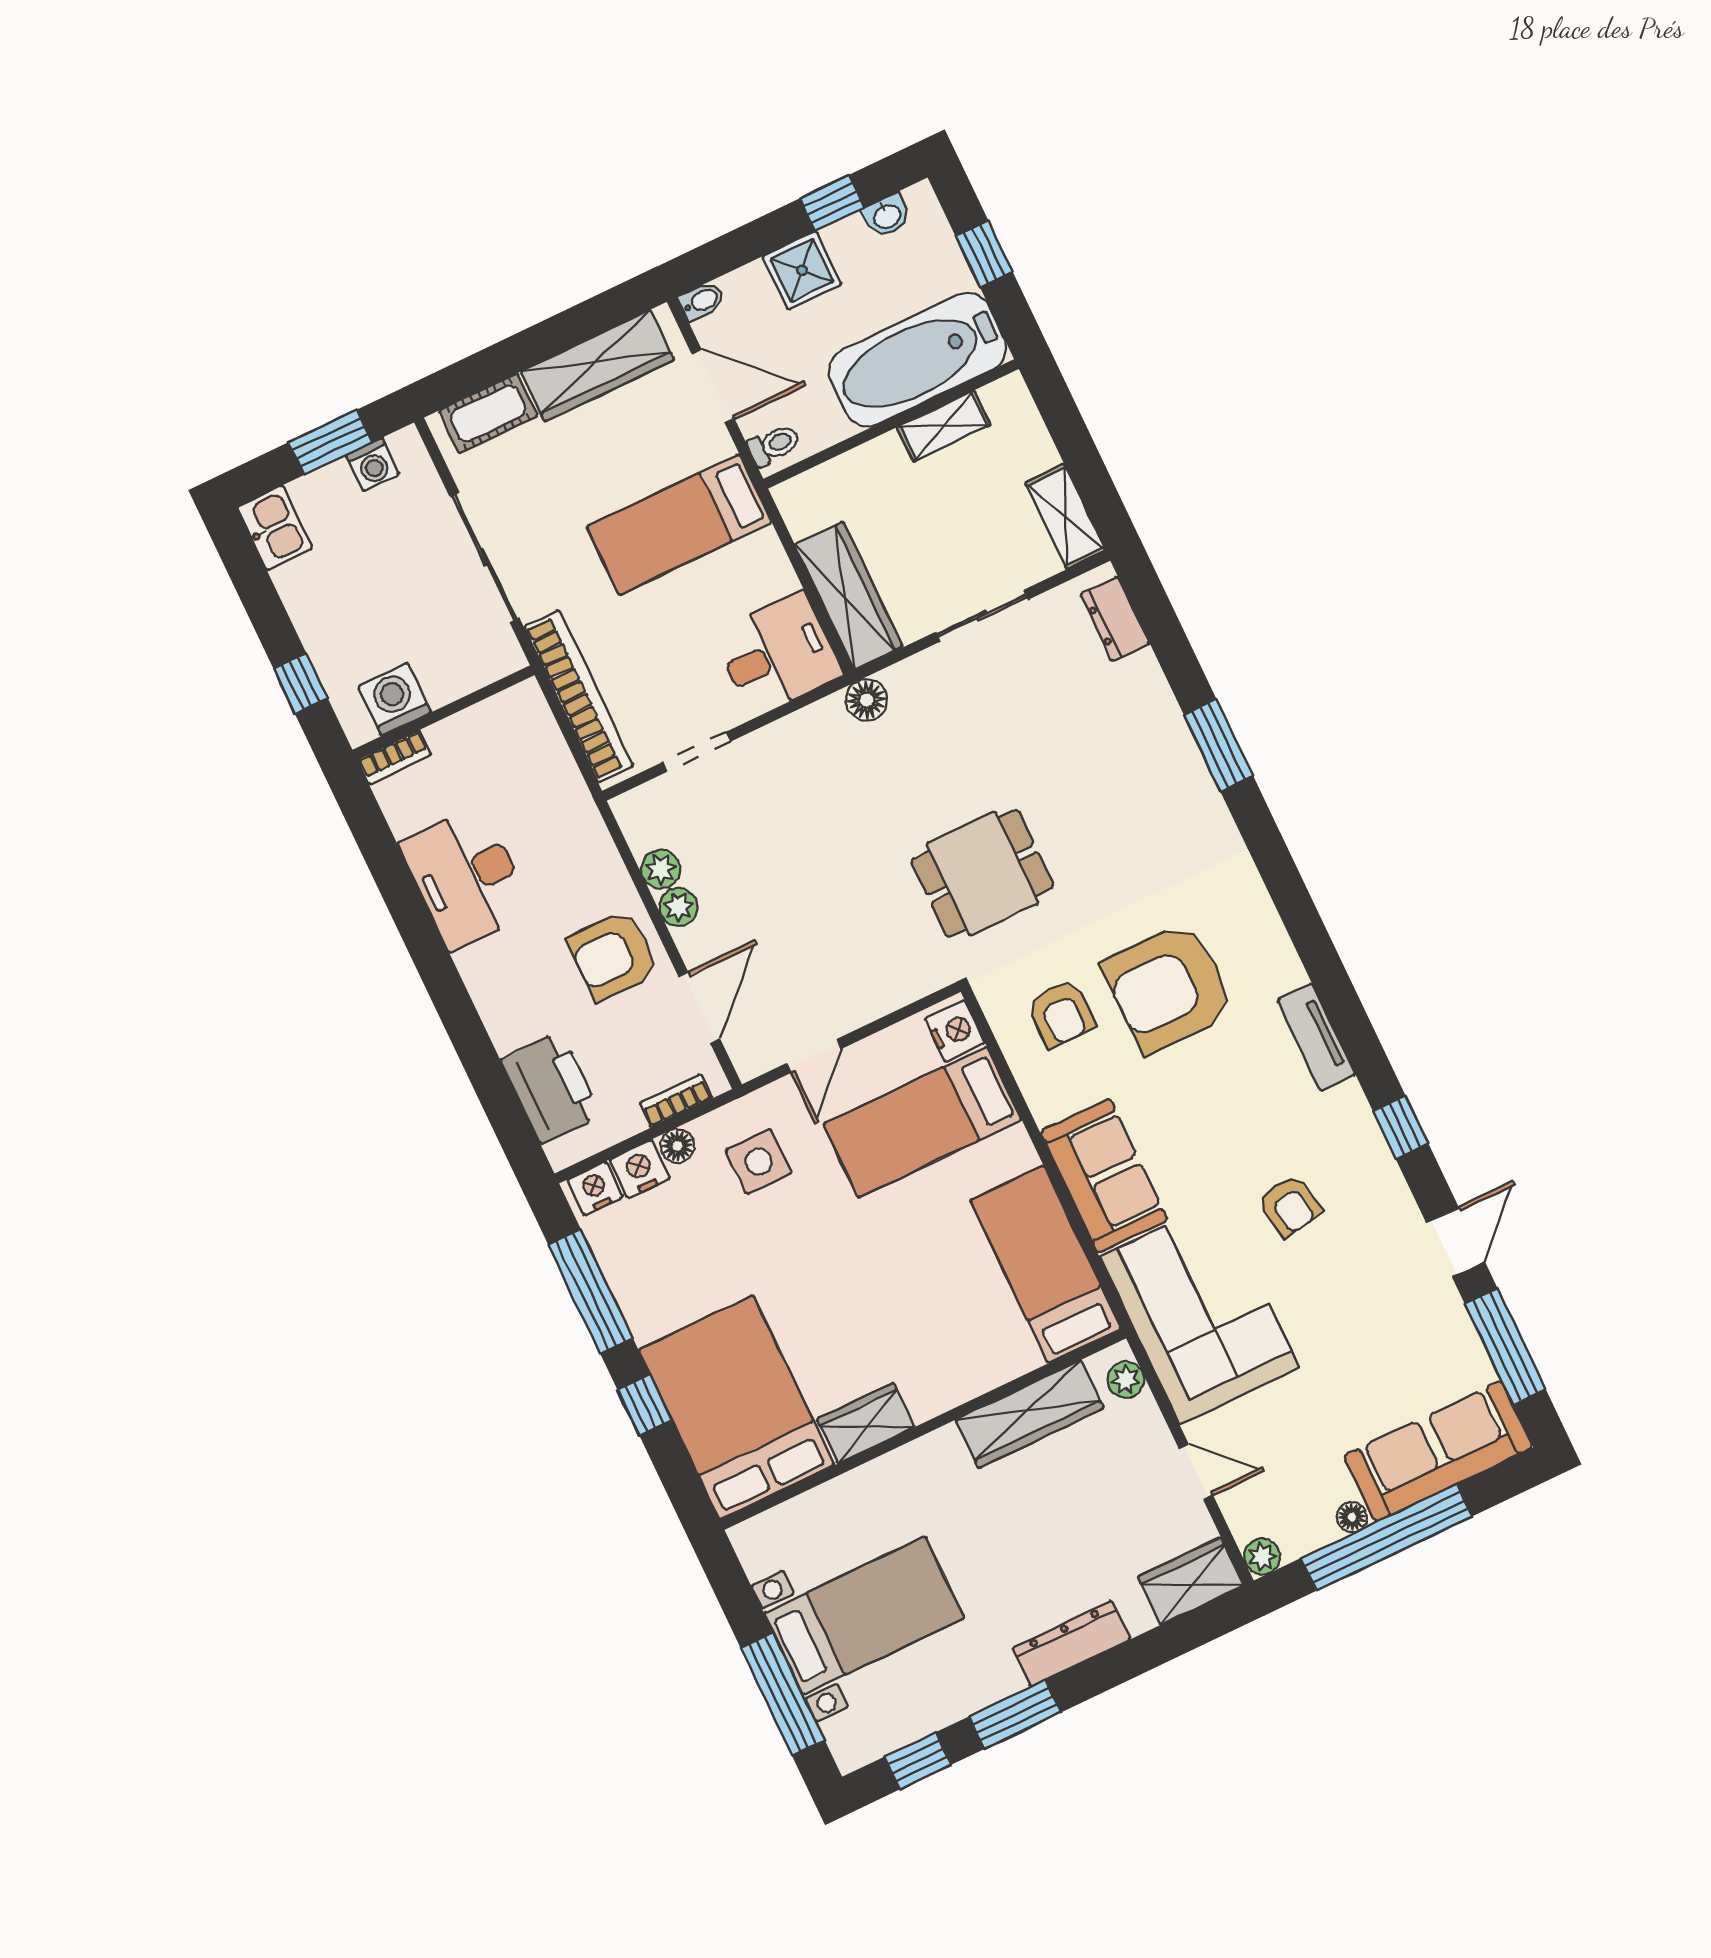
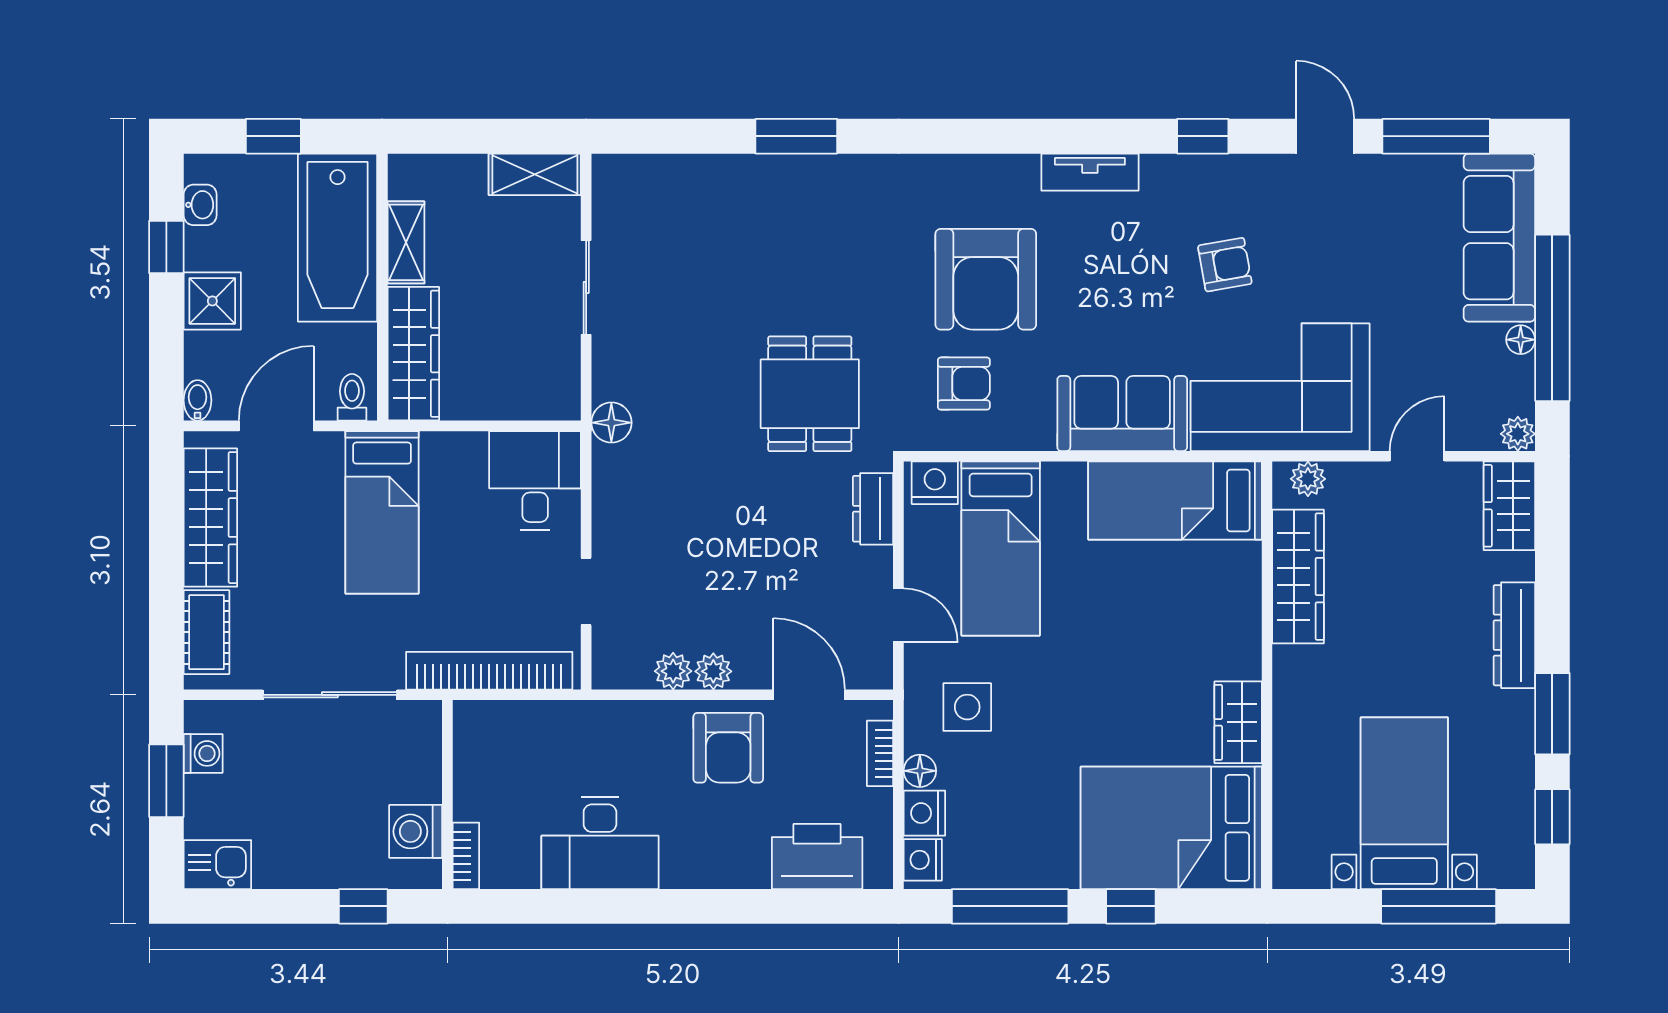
wardrobe: (849, 596) -> (413, 354), moved, turned 90
dresser: (1115, 619) -> (873, 509), moved, turned 90

